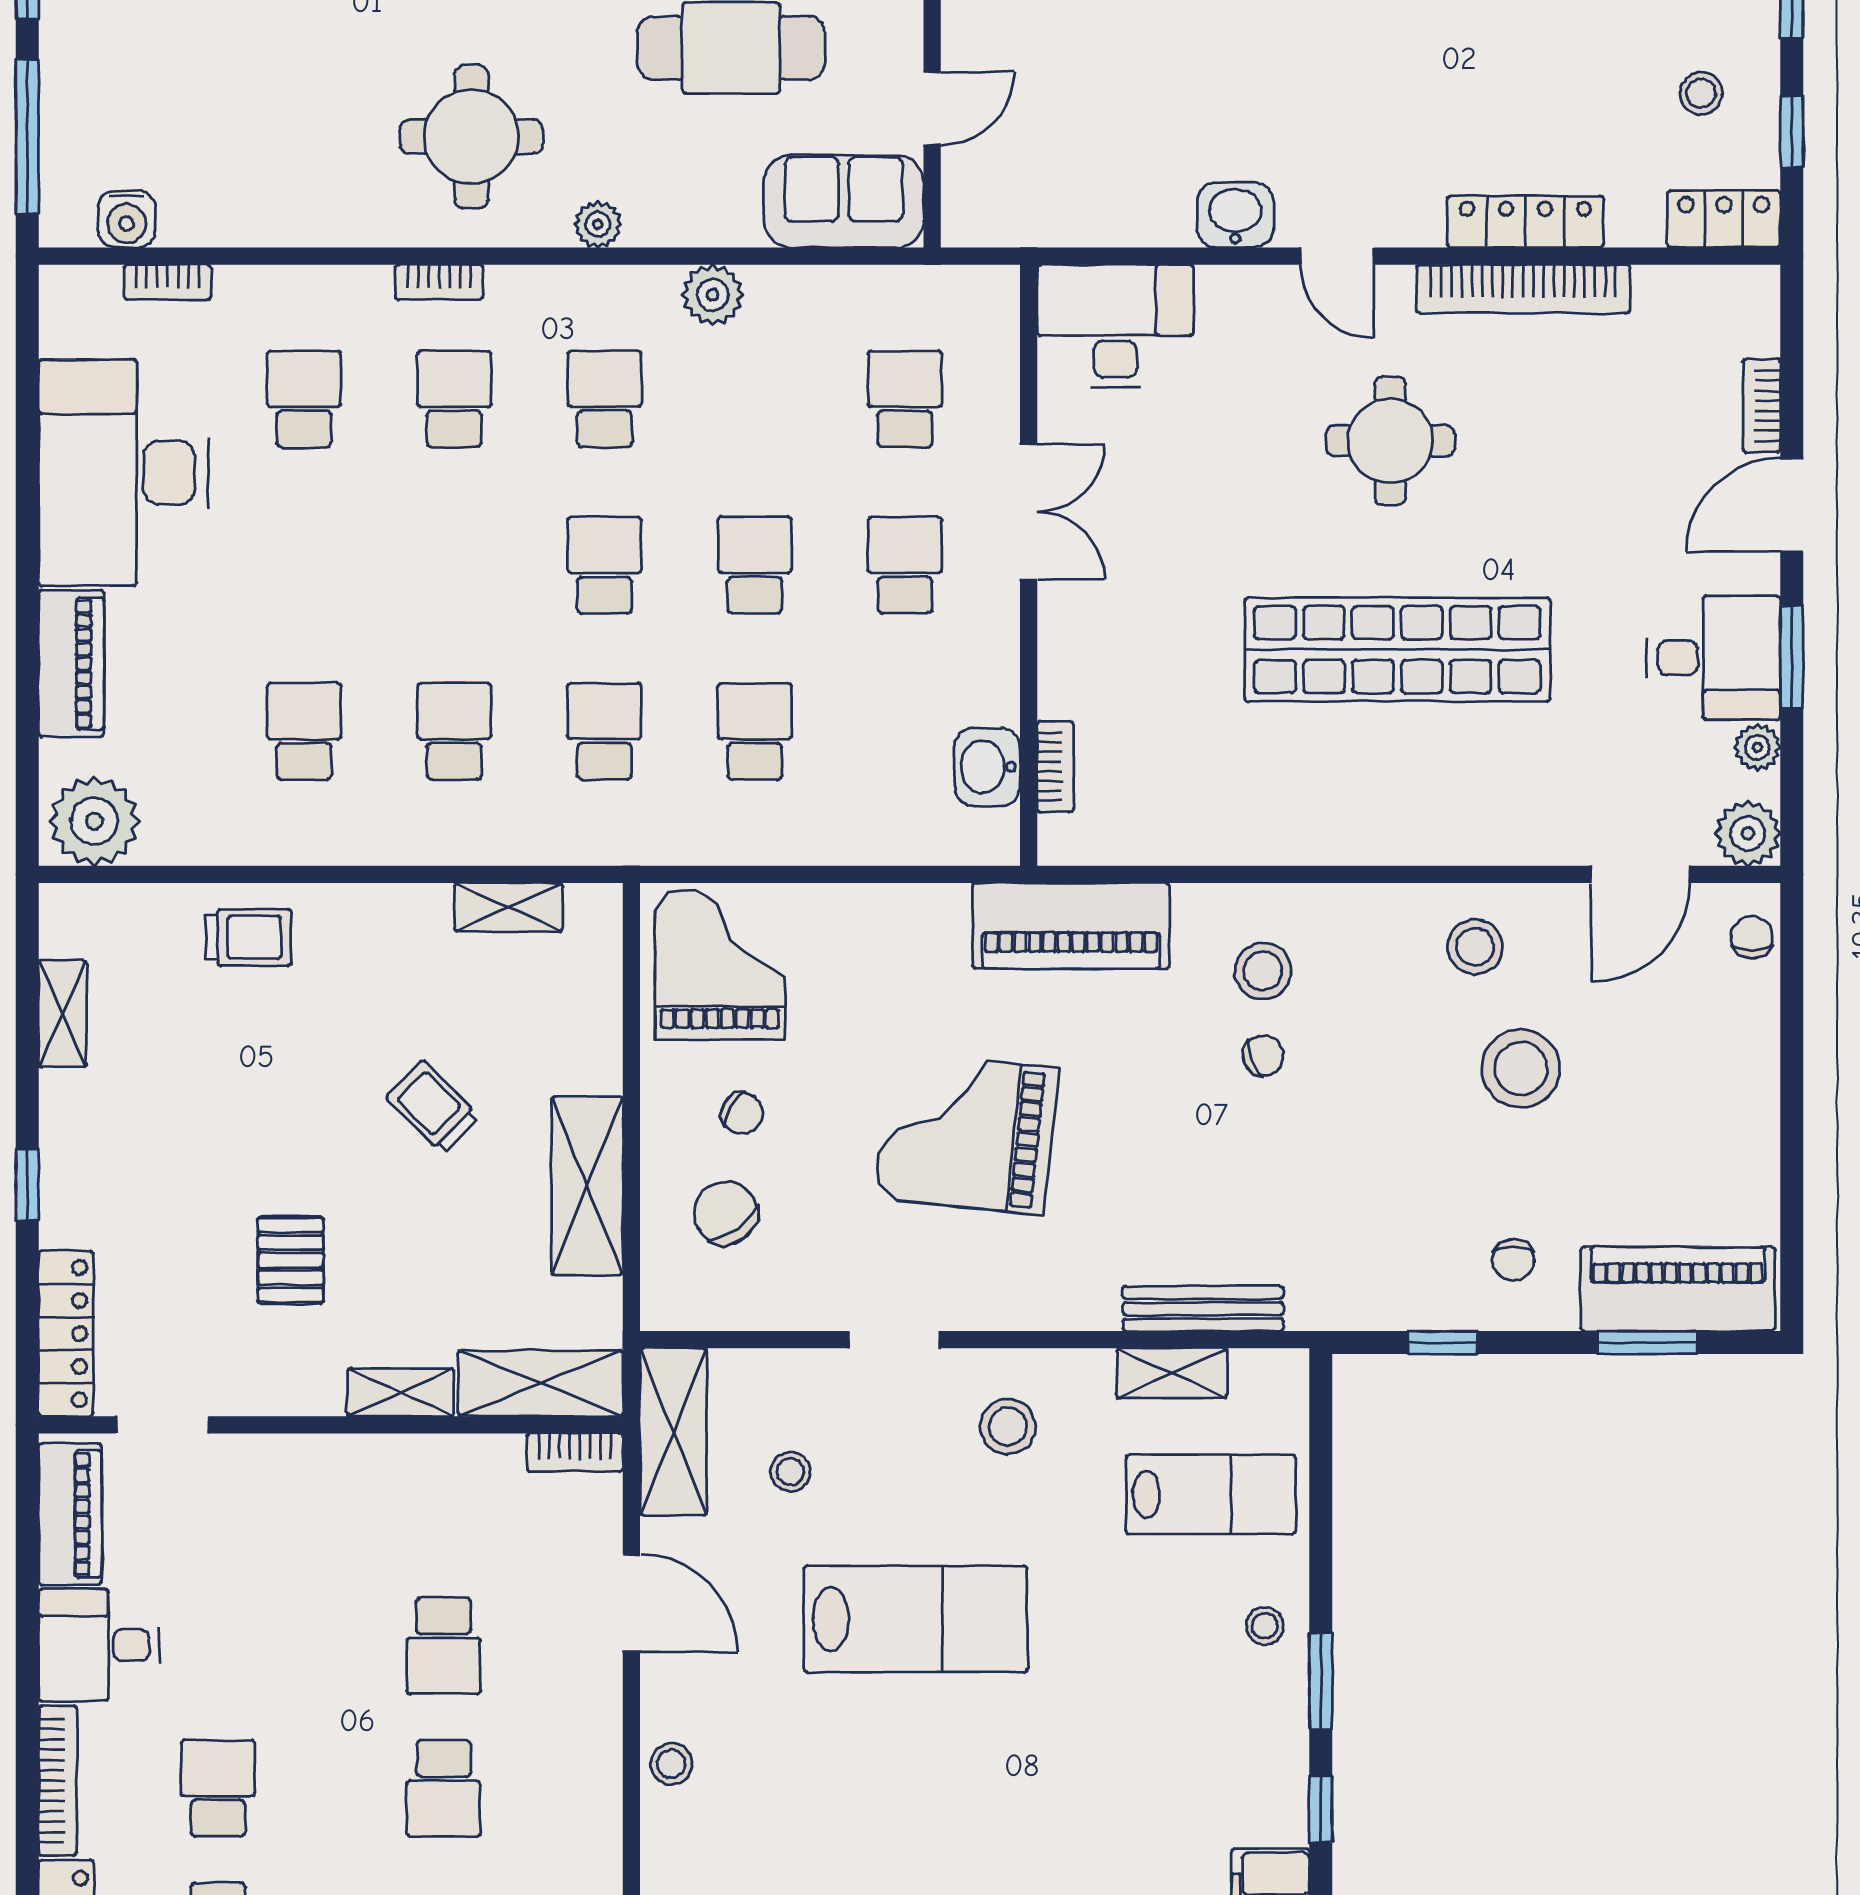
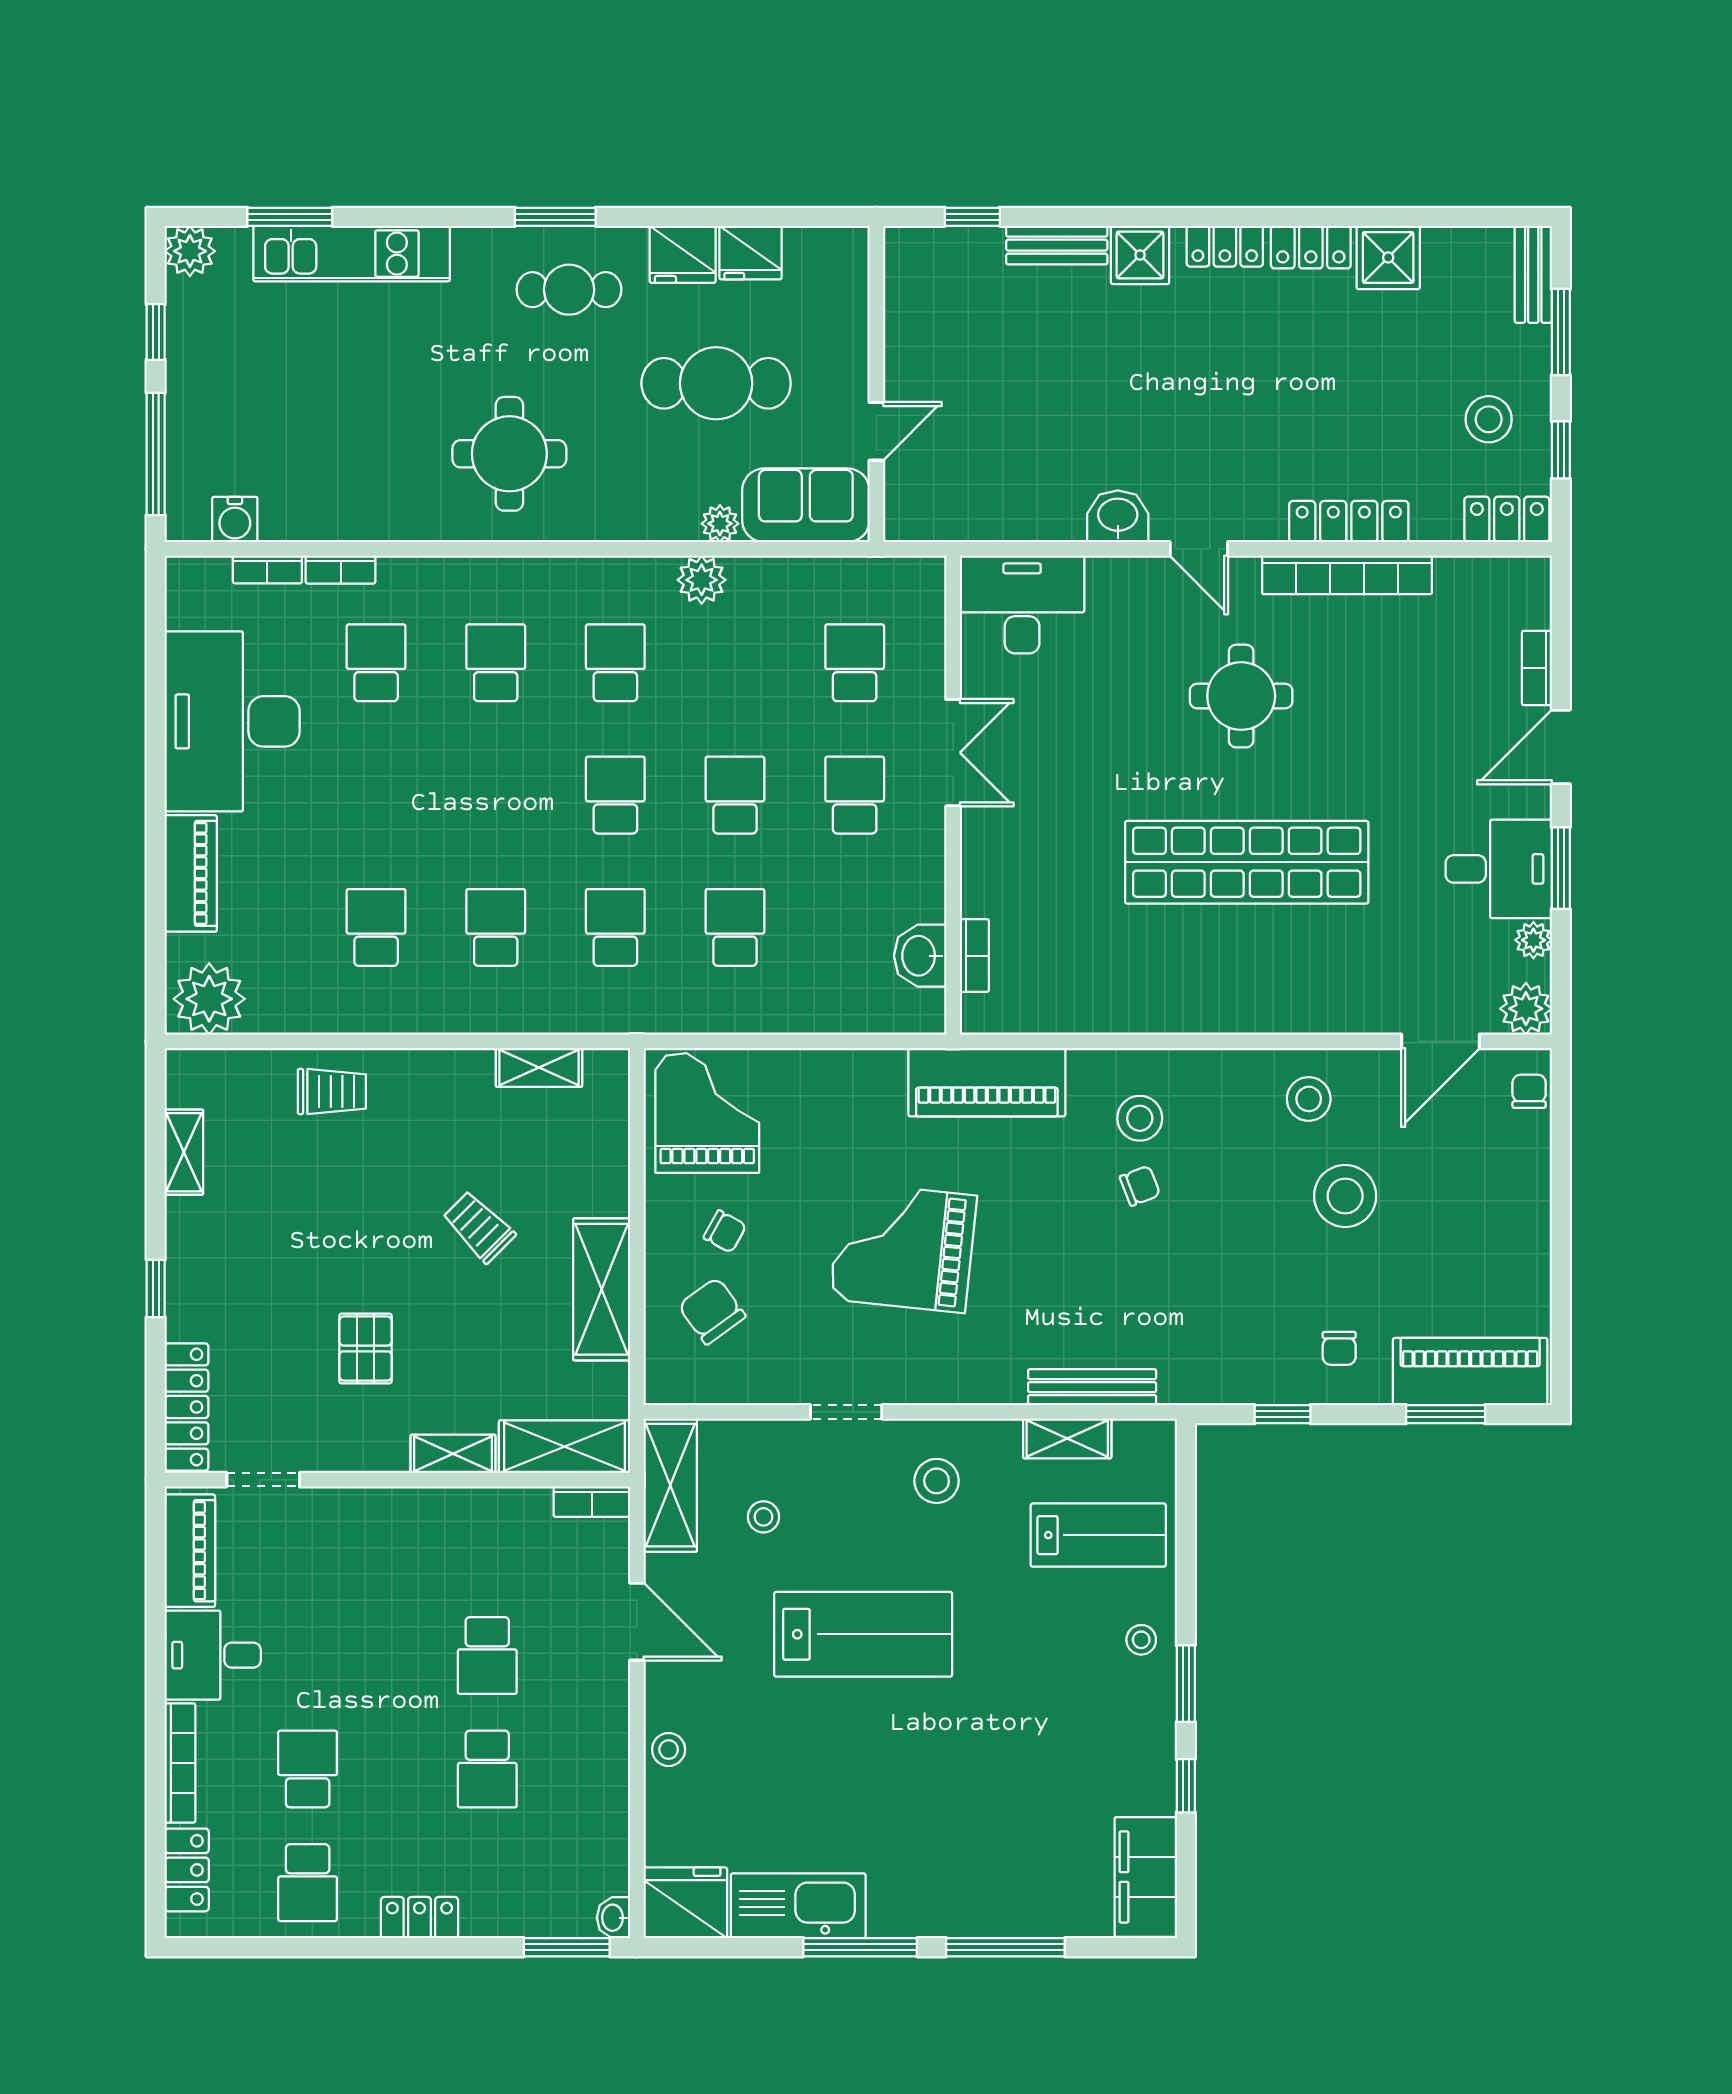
stool: (1701, 93) -> (1489, 419), width x1.37, depth x1.37
plant: (598, 224) -> (720, 524), moved
bookcase: (439, 282) -> (341, 570), moved

